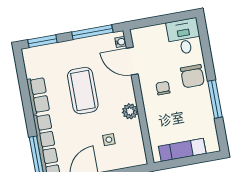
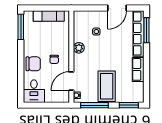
door: (132, 61) -> (71, 81), swing flipped
chair: (192, 76) -> (33, 64), turned 90
coffee table: (83, 91) -> (107, 86), moved
window: (215, 99) -> (21, 27), moved

